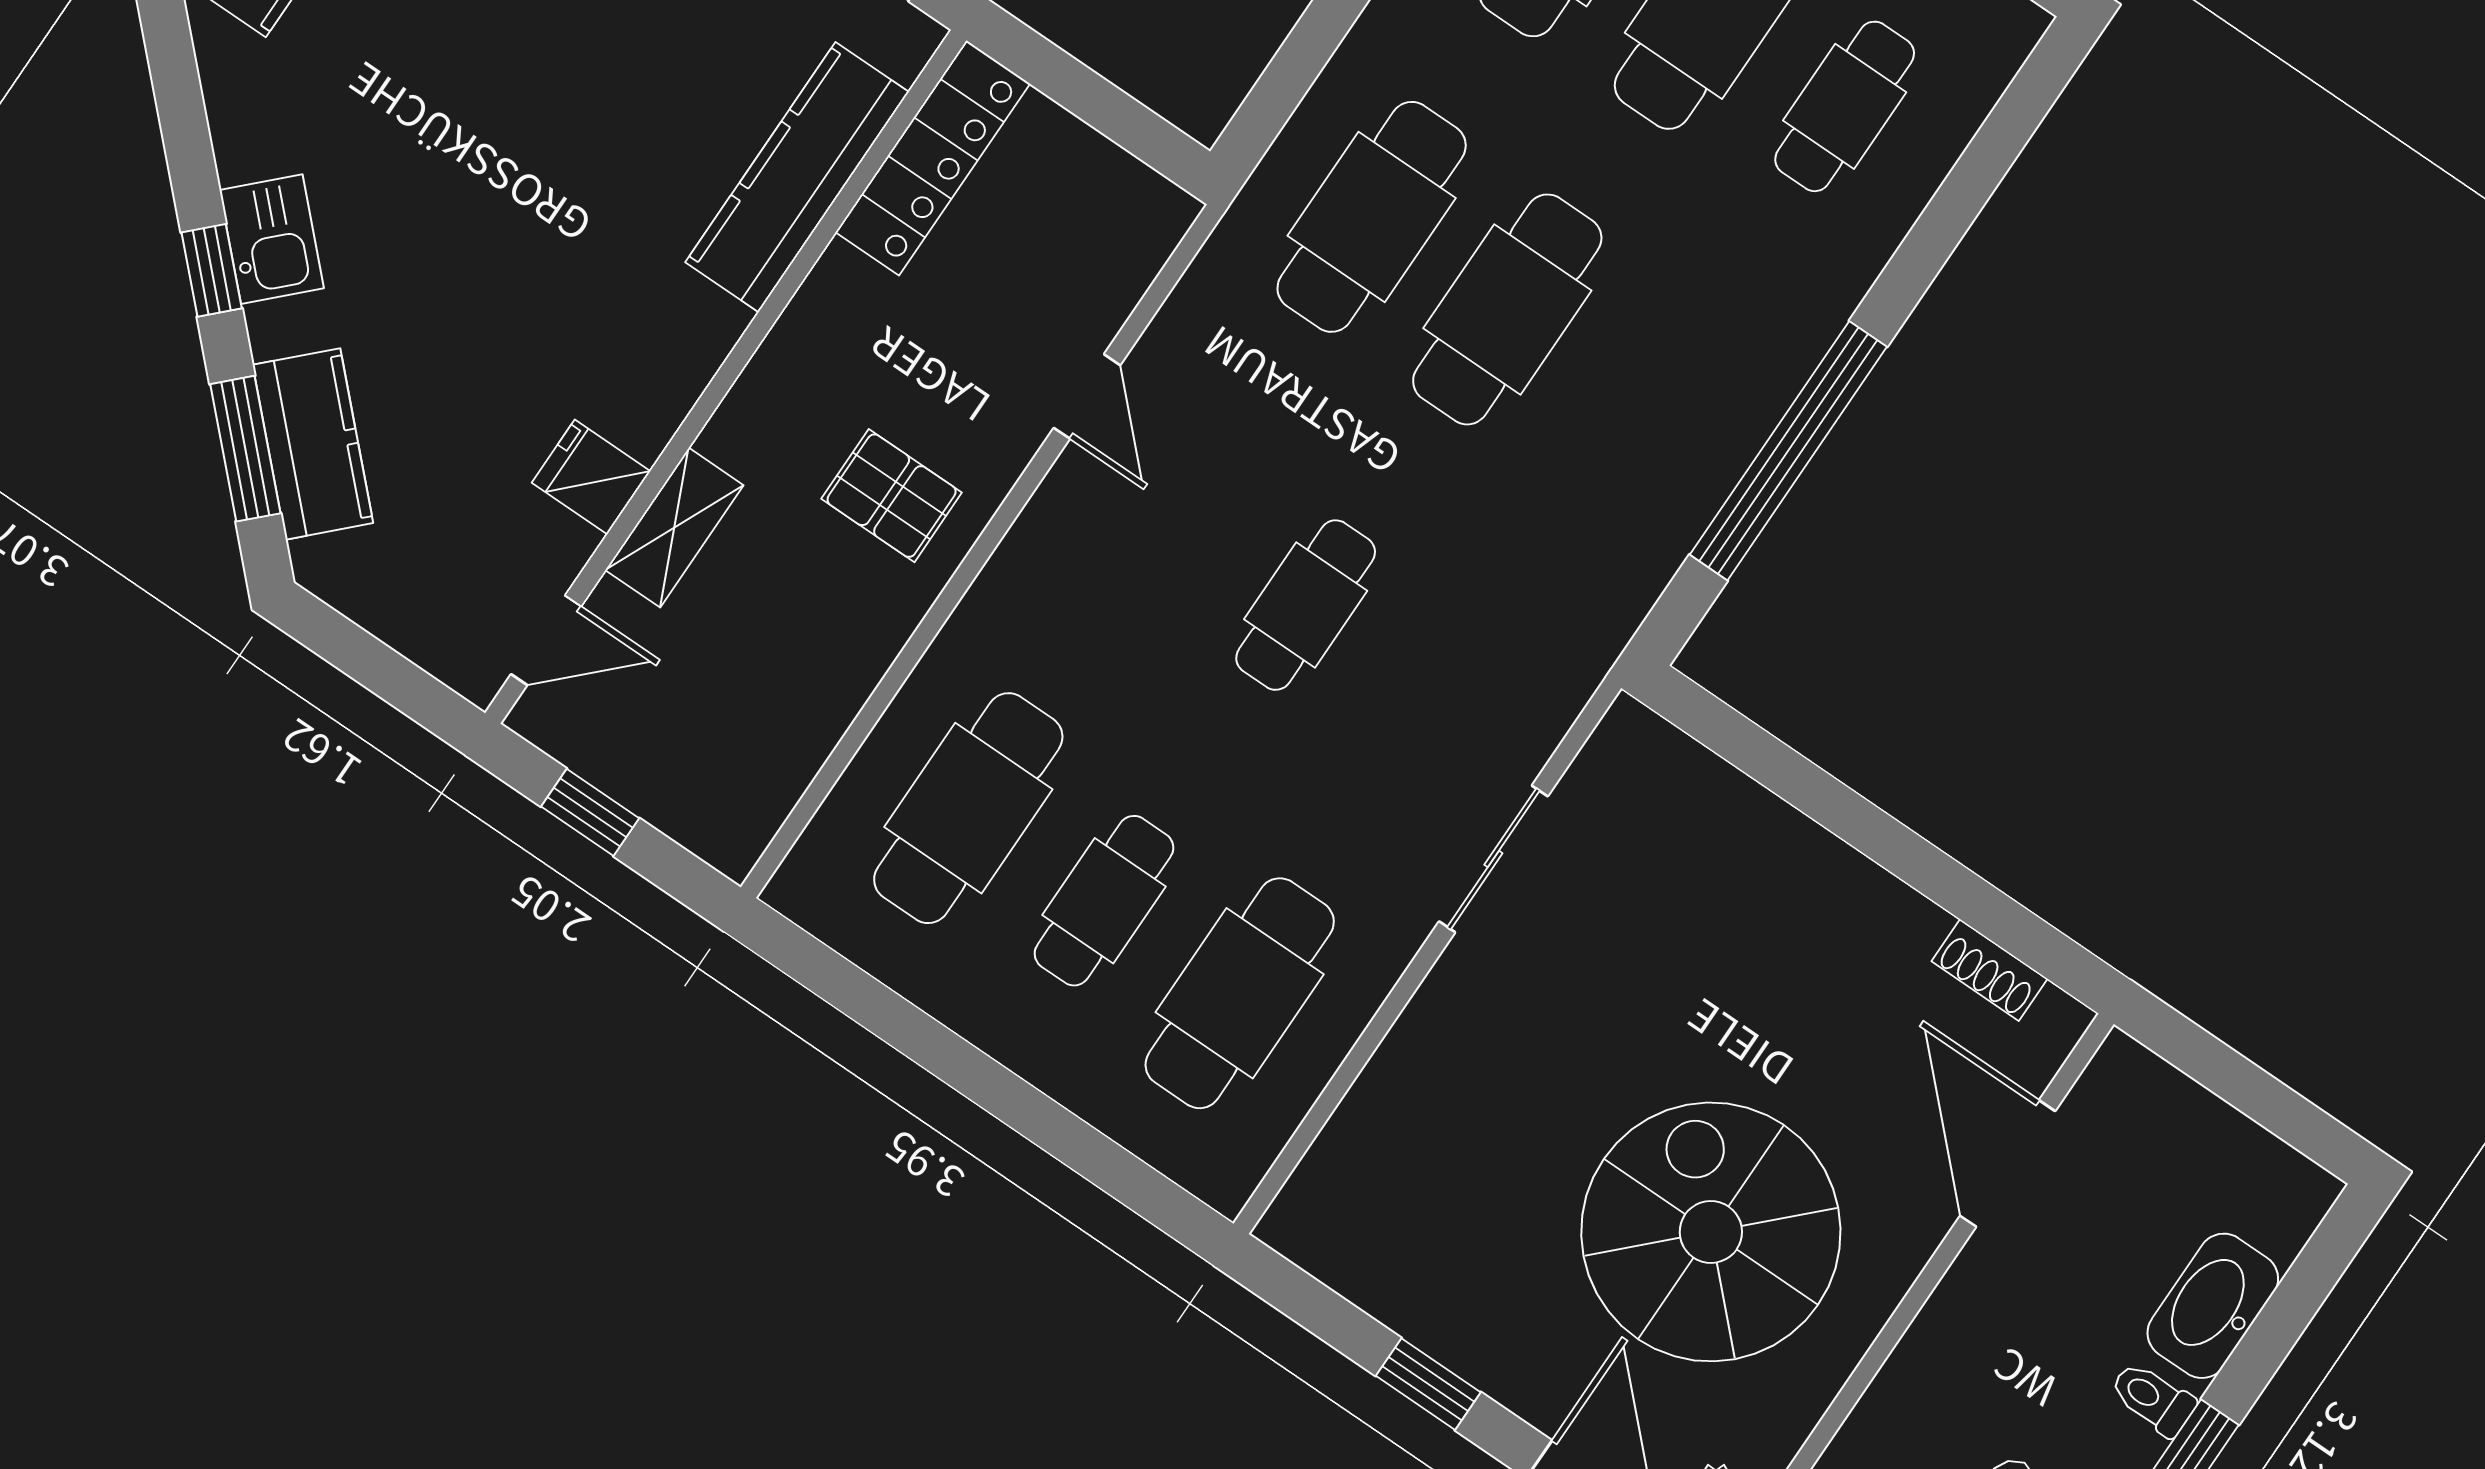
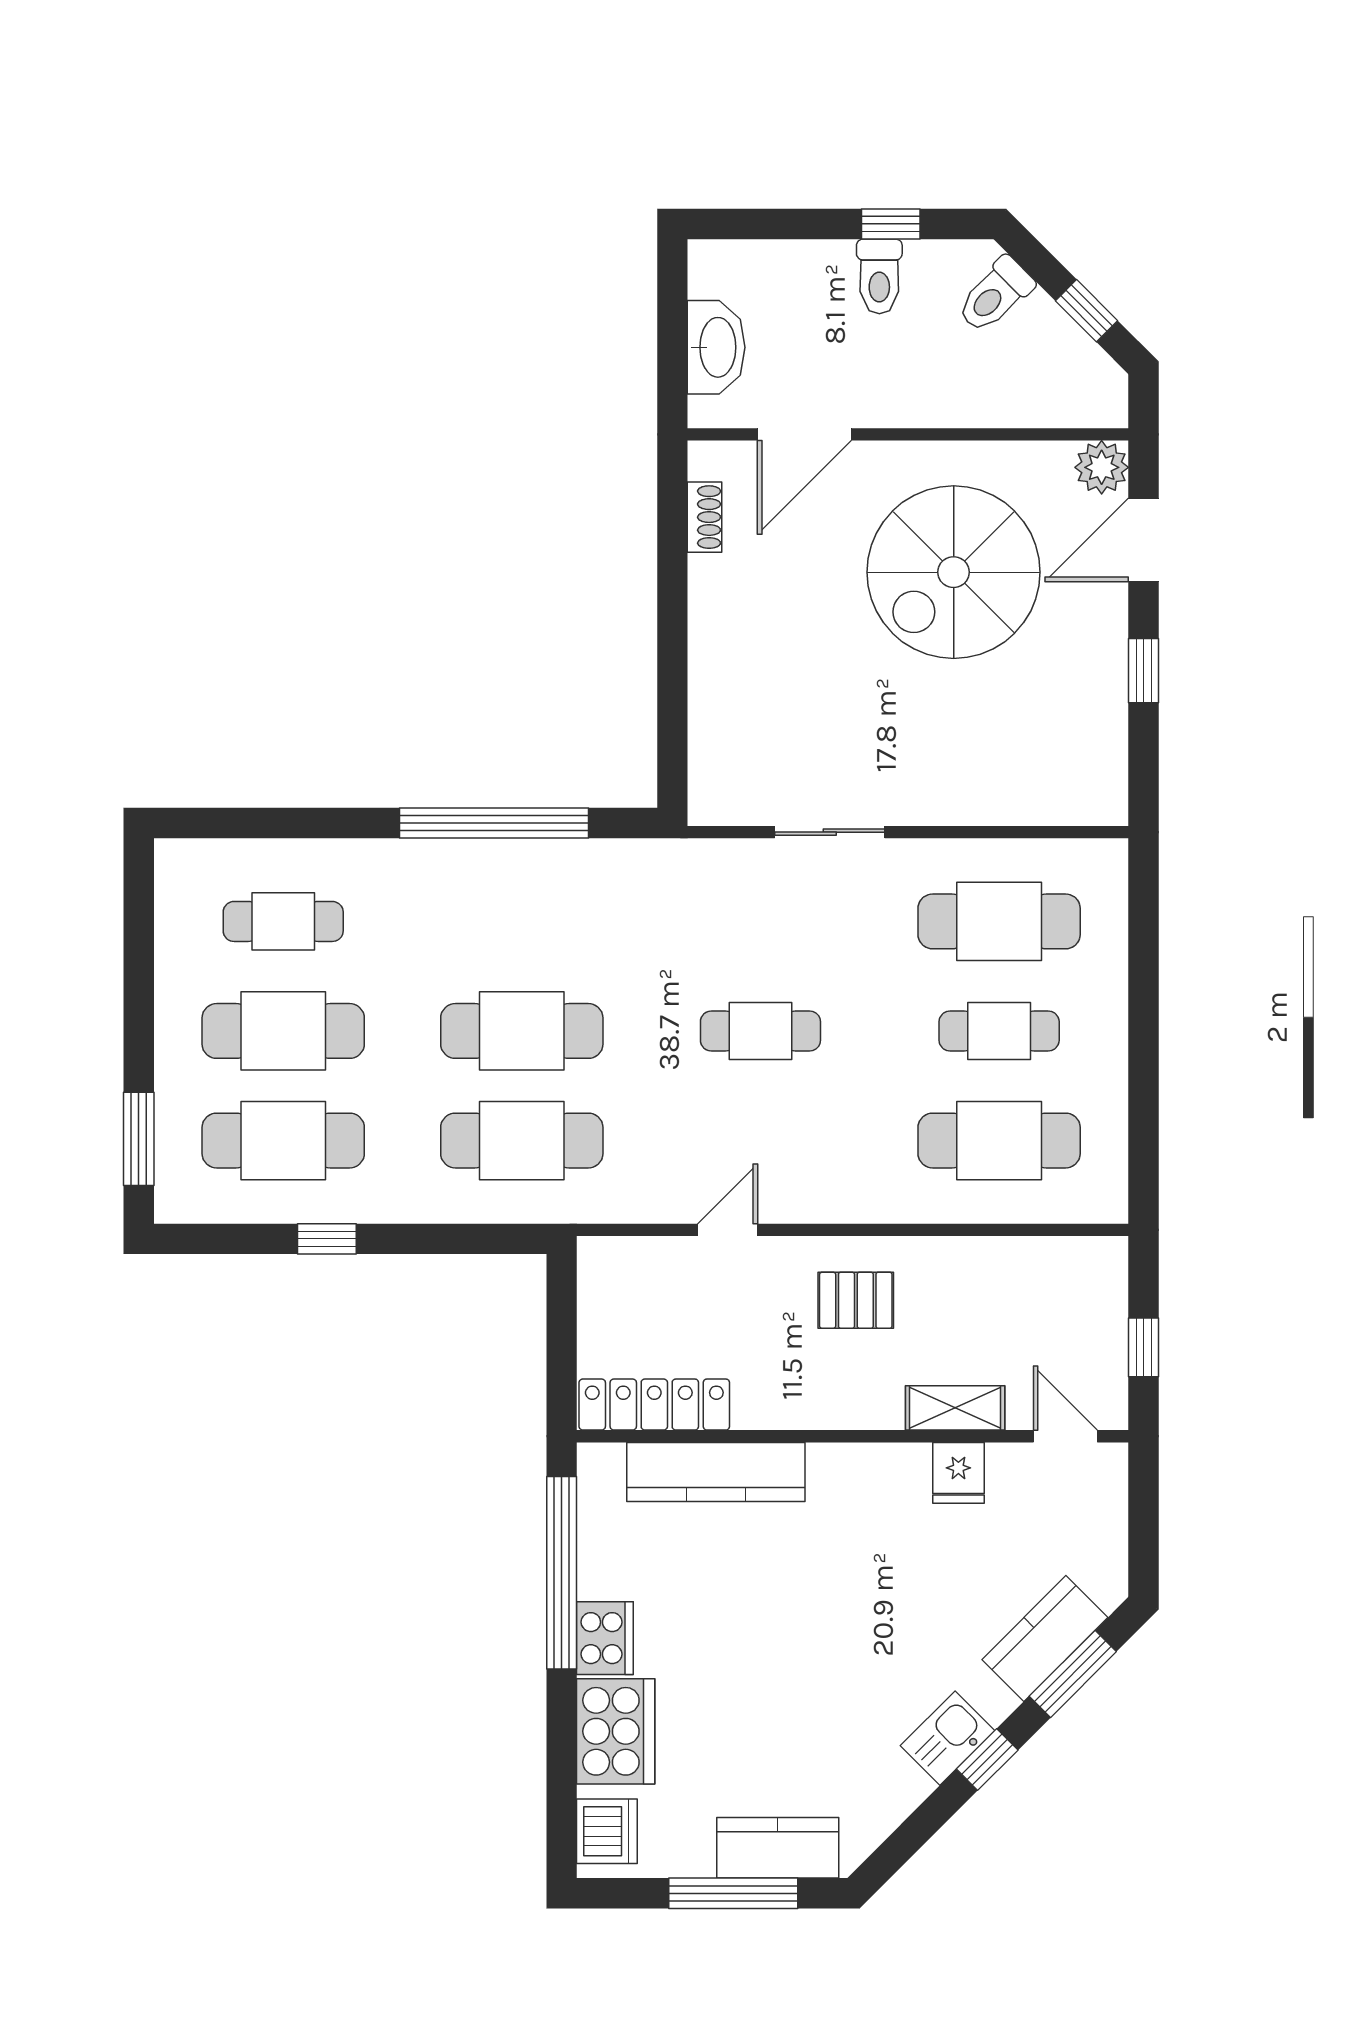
pallet: (892, 496) -> (856, 1300), turned 90
washbasin: (2213, 1306) -> (716, 347), moved, turned -90
toilet: (2153, 1399) -> (879, 277), width x1.37, depth x1.39

